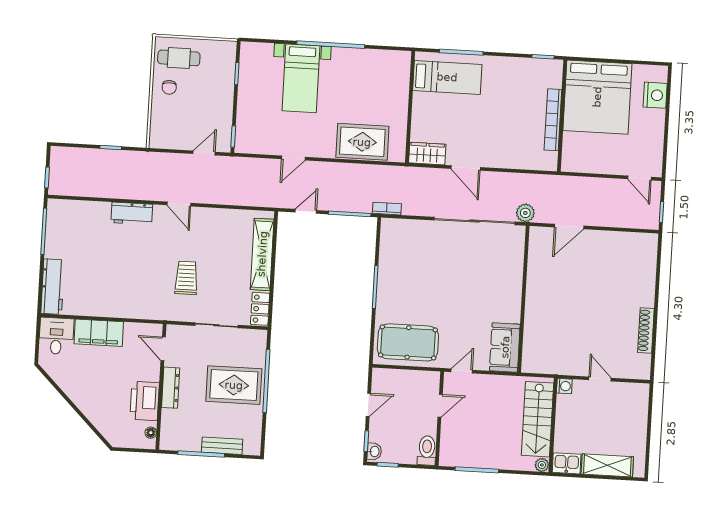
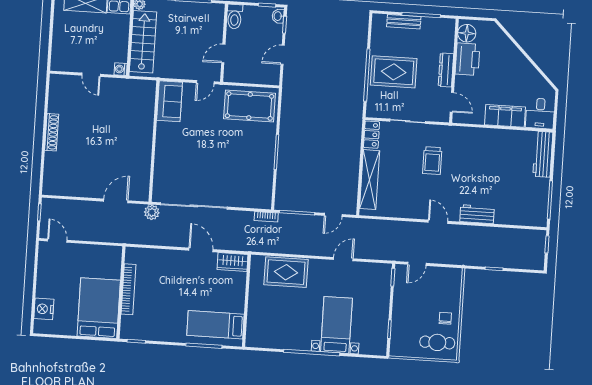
bed: (597, 97) -> (99, 308), width x0.73
shoe rack: (646, 330) -> (52, 132), moved
floor lamp: (151, 433) -> (467, 33), width x1.89, depth x1.89

